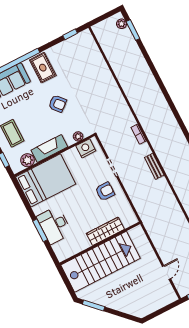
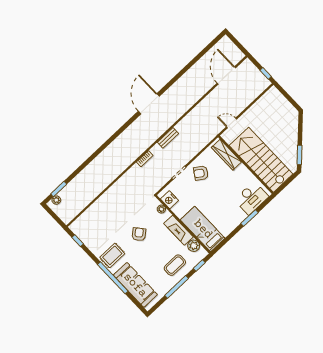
bed: (46, 180) -> (203, 229), width x0.67
armchair: (105, 191) -> (201, 173), turned -56
desk: (54, 225) -> (251, 198), moved
wardrobe: (105, 231) -> (226, 155), moved
door: (166, 272) -> (231, 123), moved

